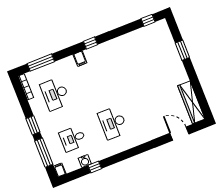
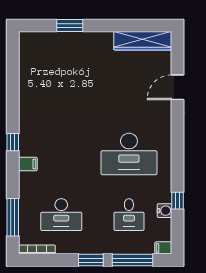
window: (148, 20) -> (13, 55), removed
desk: (113, 123) -> (129, 154), width x1.36, depth x1.30
door: (179, 134) -> (177, 87), moved

